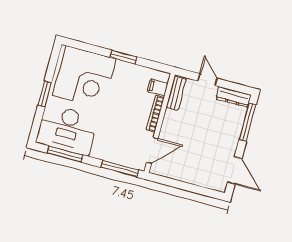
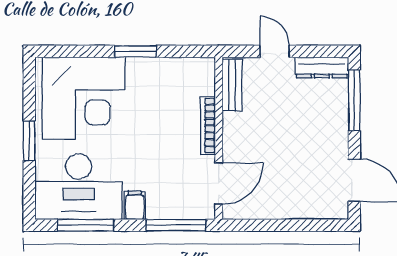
filing cabinet: (158, 87) -> (135, 205), moved, turned 90

